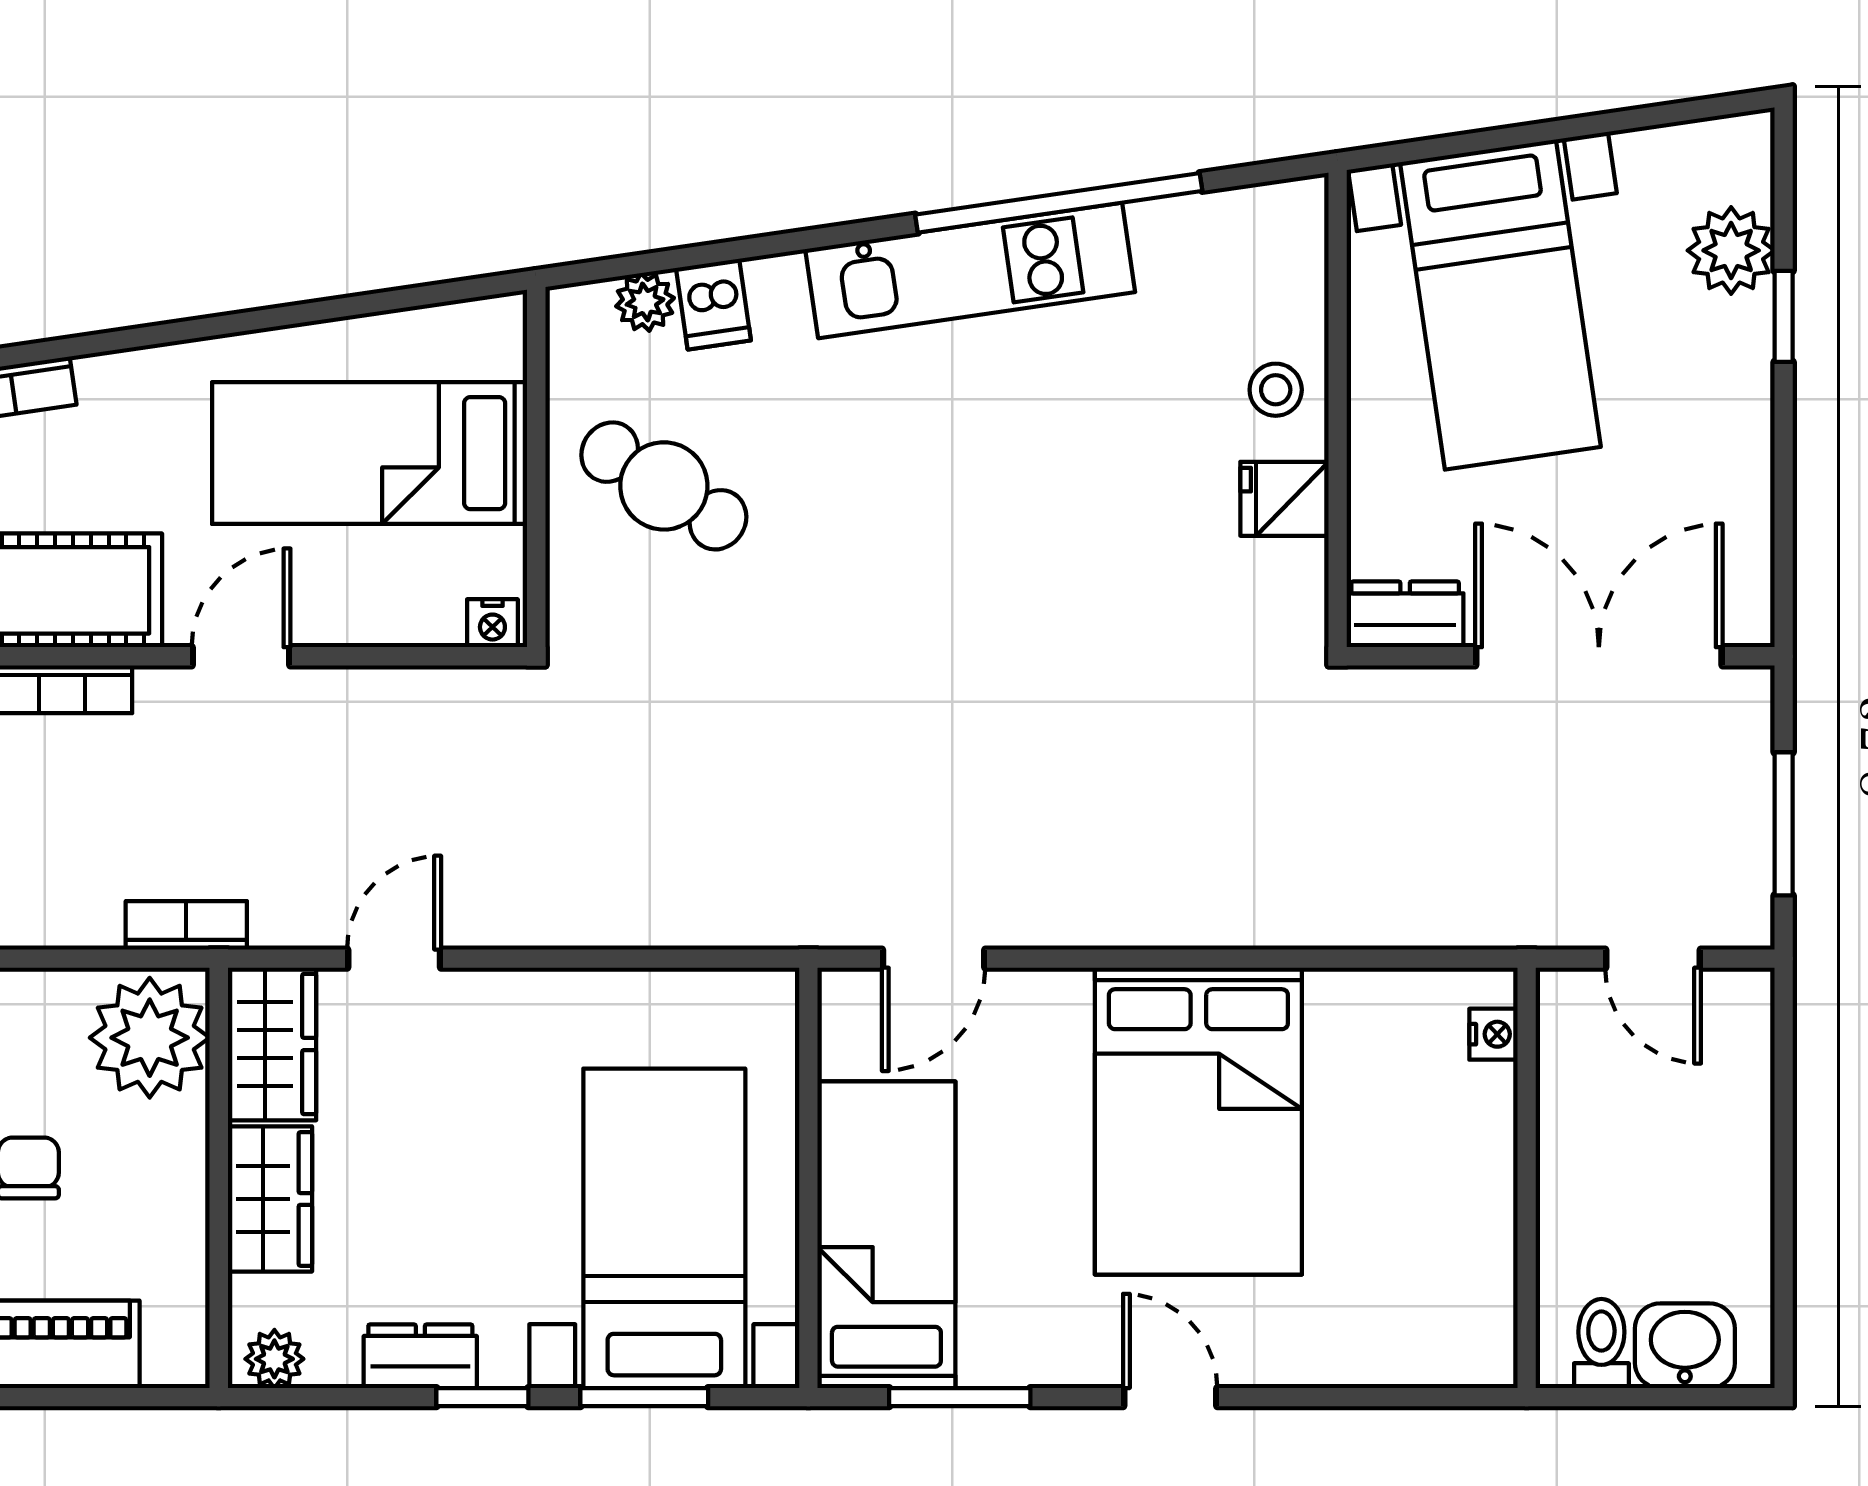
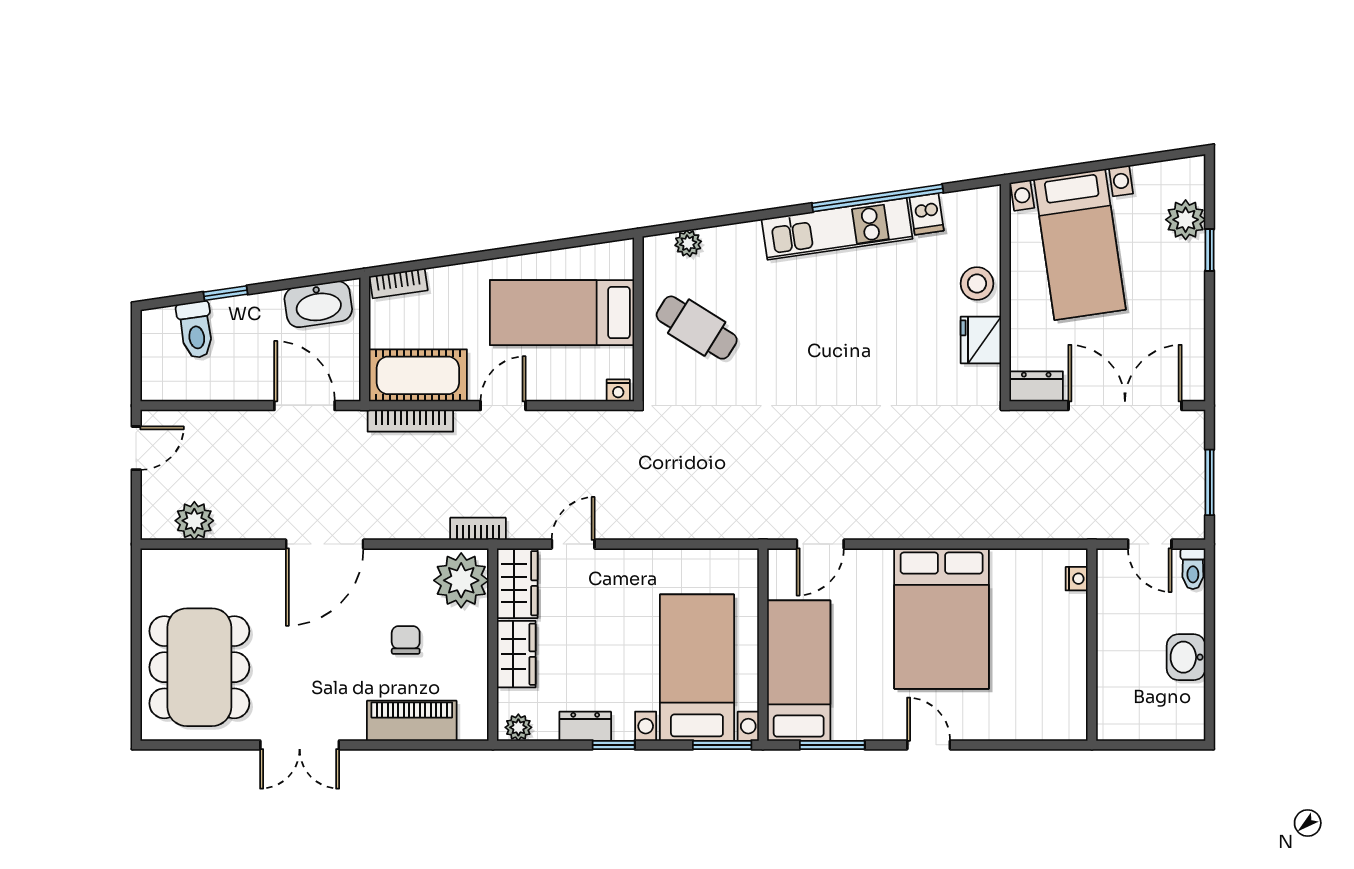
dishwasher: (713, 304) -> (927, 214), moved
stool: (1276, 390) -> (977, 284), width x1.37, depth x1.37
fridge: (1284, 499) -> (981, 340), width x1.38
toilet: (1601, 1344) -> (1193, 569), moved, turned 180
washbasin: (1685, 1346) -> (1186, 657), moved, turned -90
window: (644, 1397) -> (722, 745), moved

